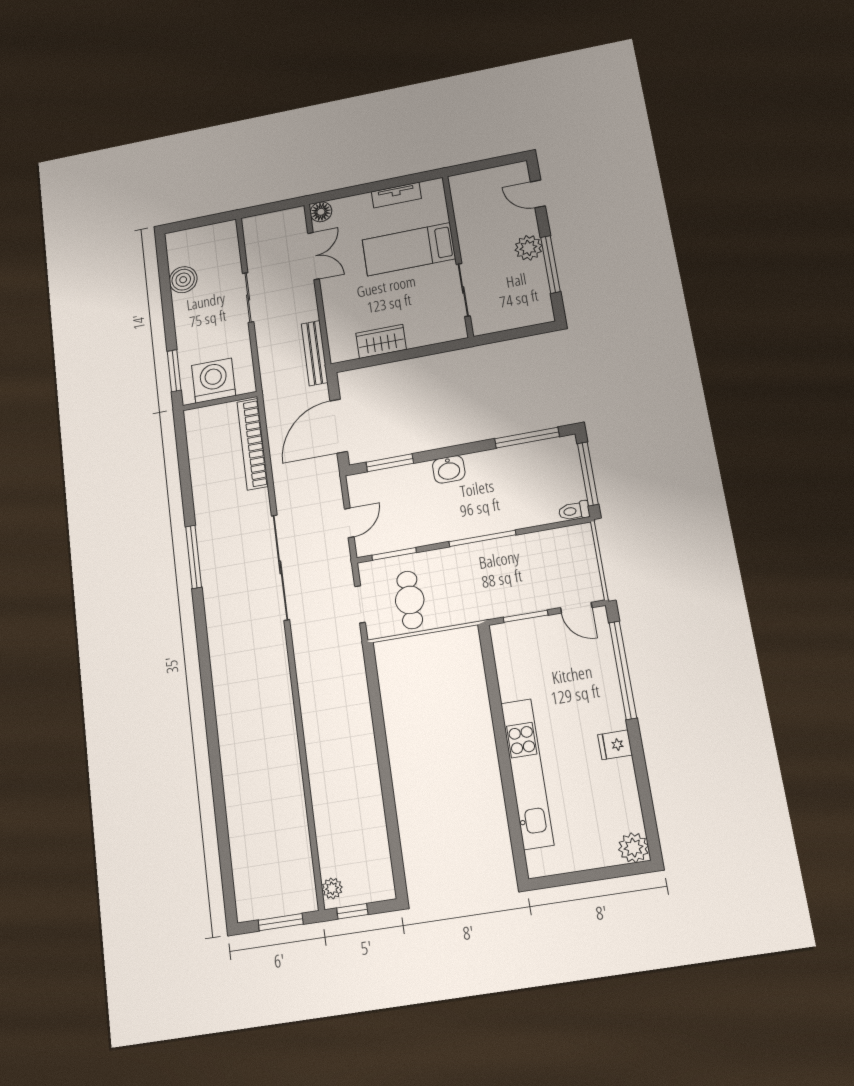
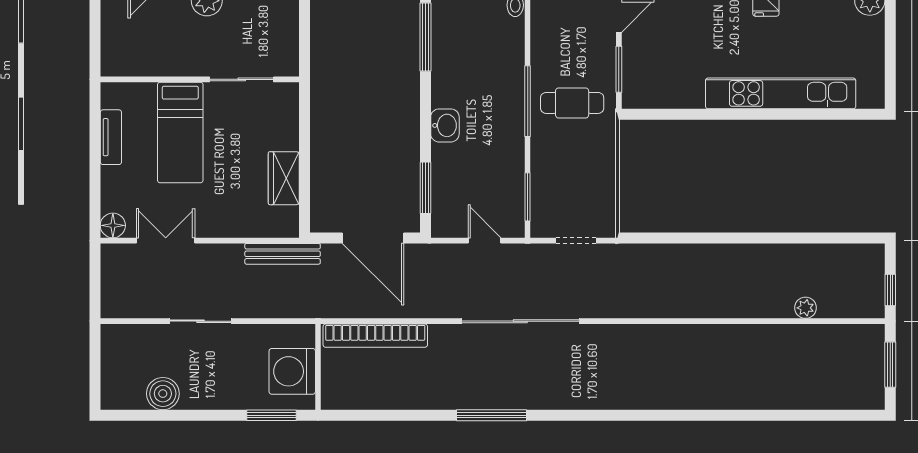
cafe table: (410, 600) -> (572, 103), moved
plant: (332, 888) -> (805, 308), moved

